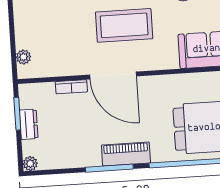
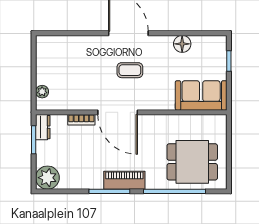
coffee table: (124, 25) -> (130, 70), width x0.54, depth x0.58
dresser: (29, 124) -> (43, 127), moved
plant: (30, 164) -> (47, 178), width x1.88, depth x1.88

